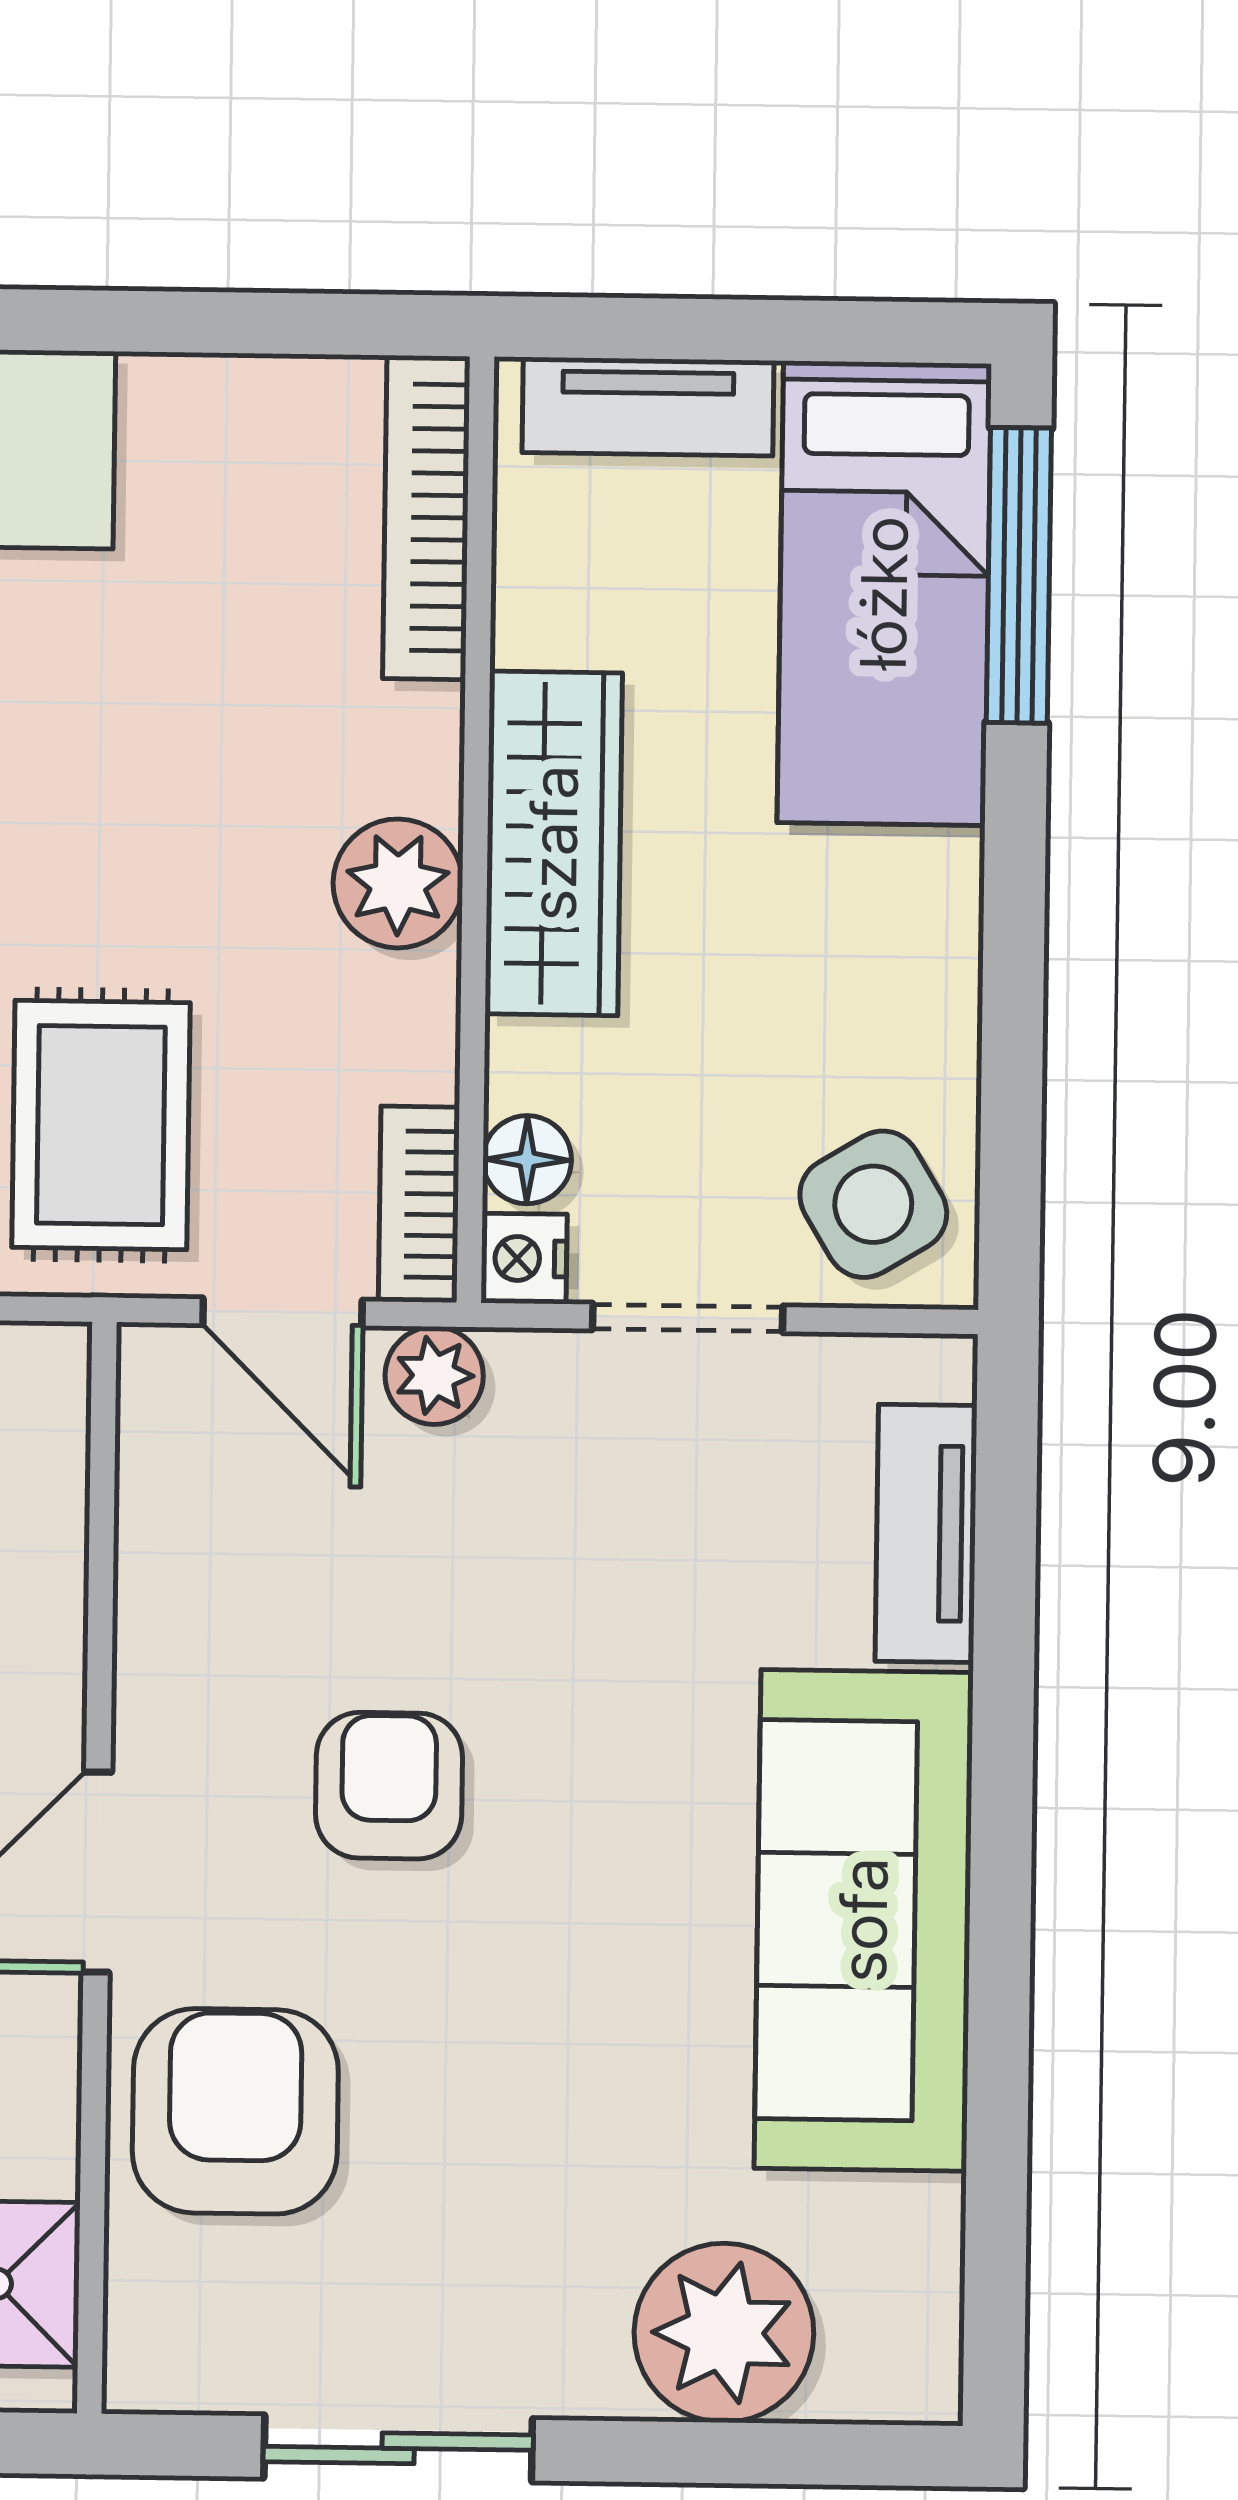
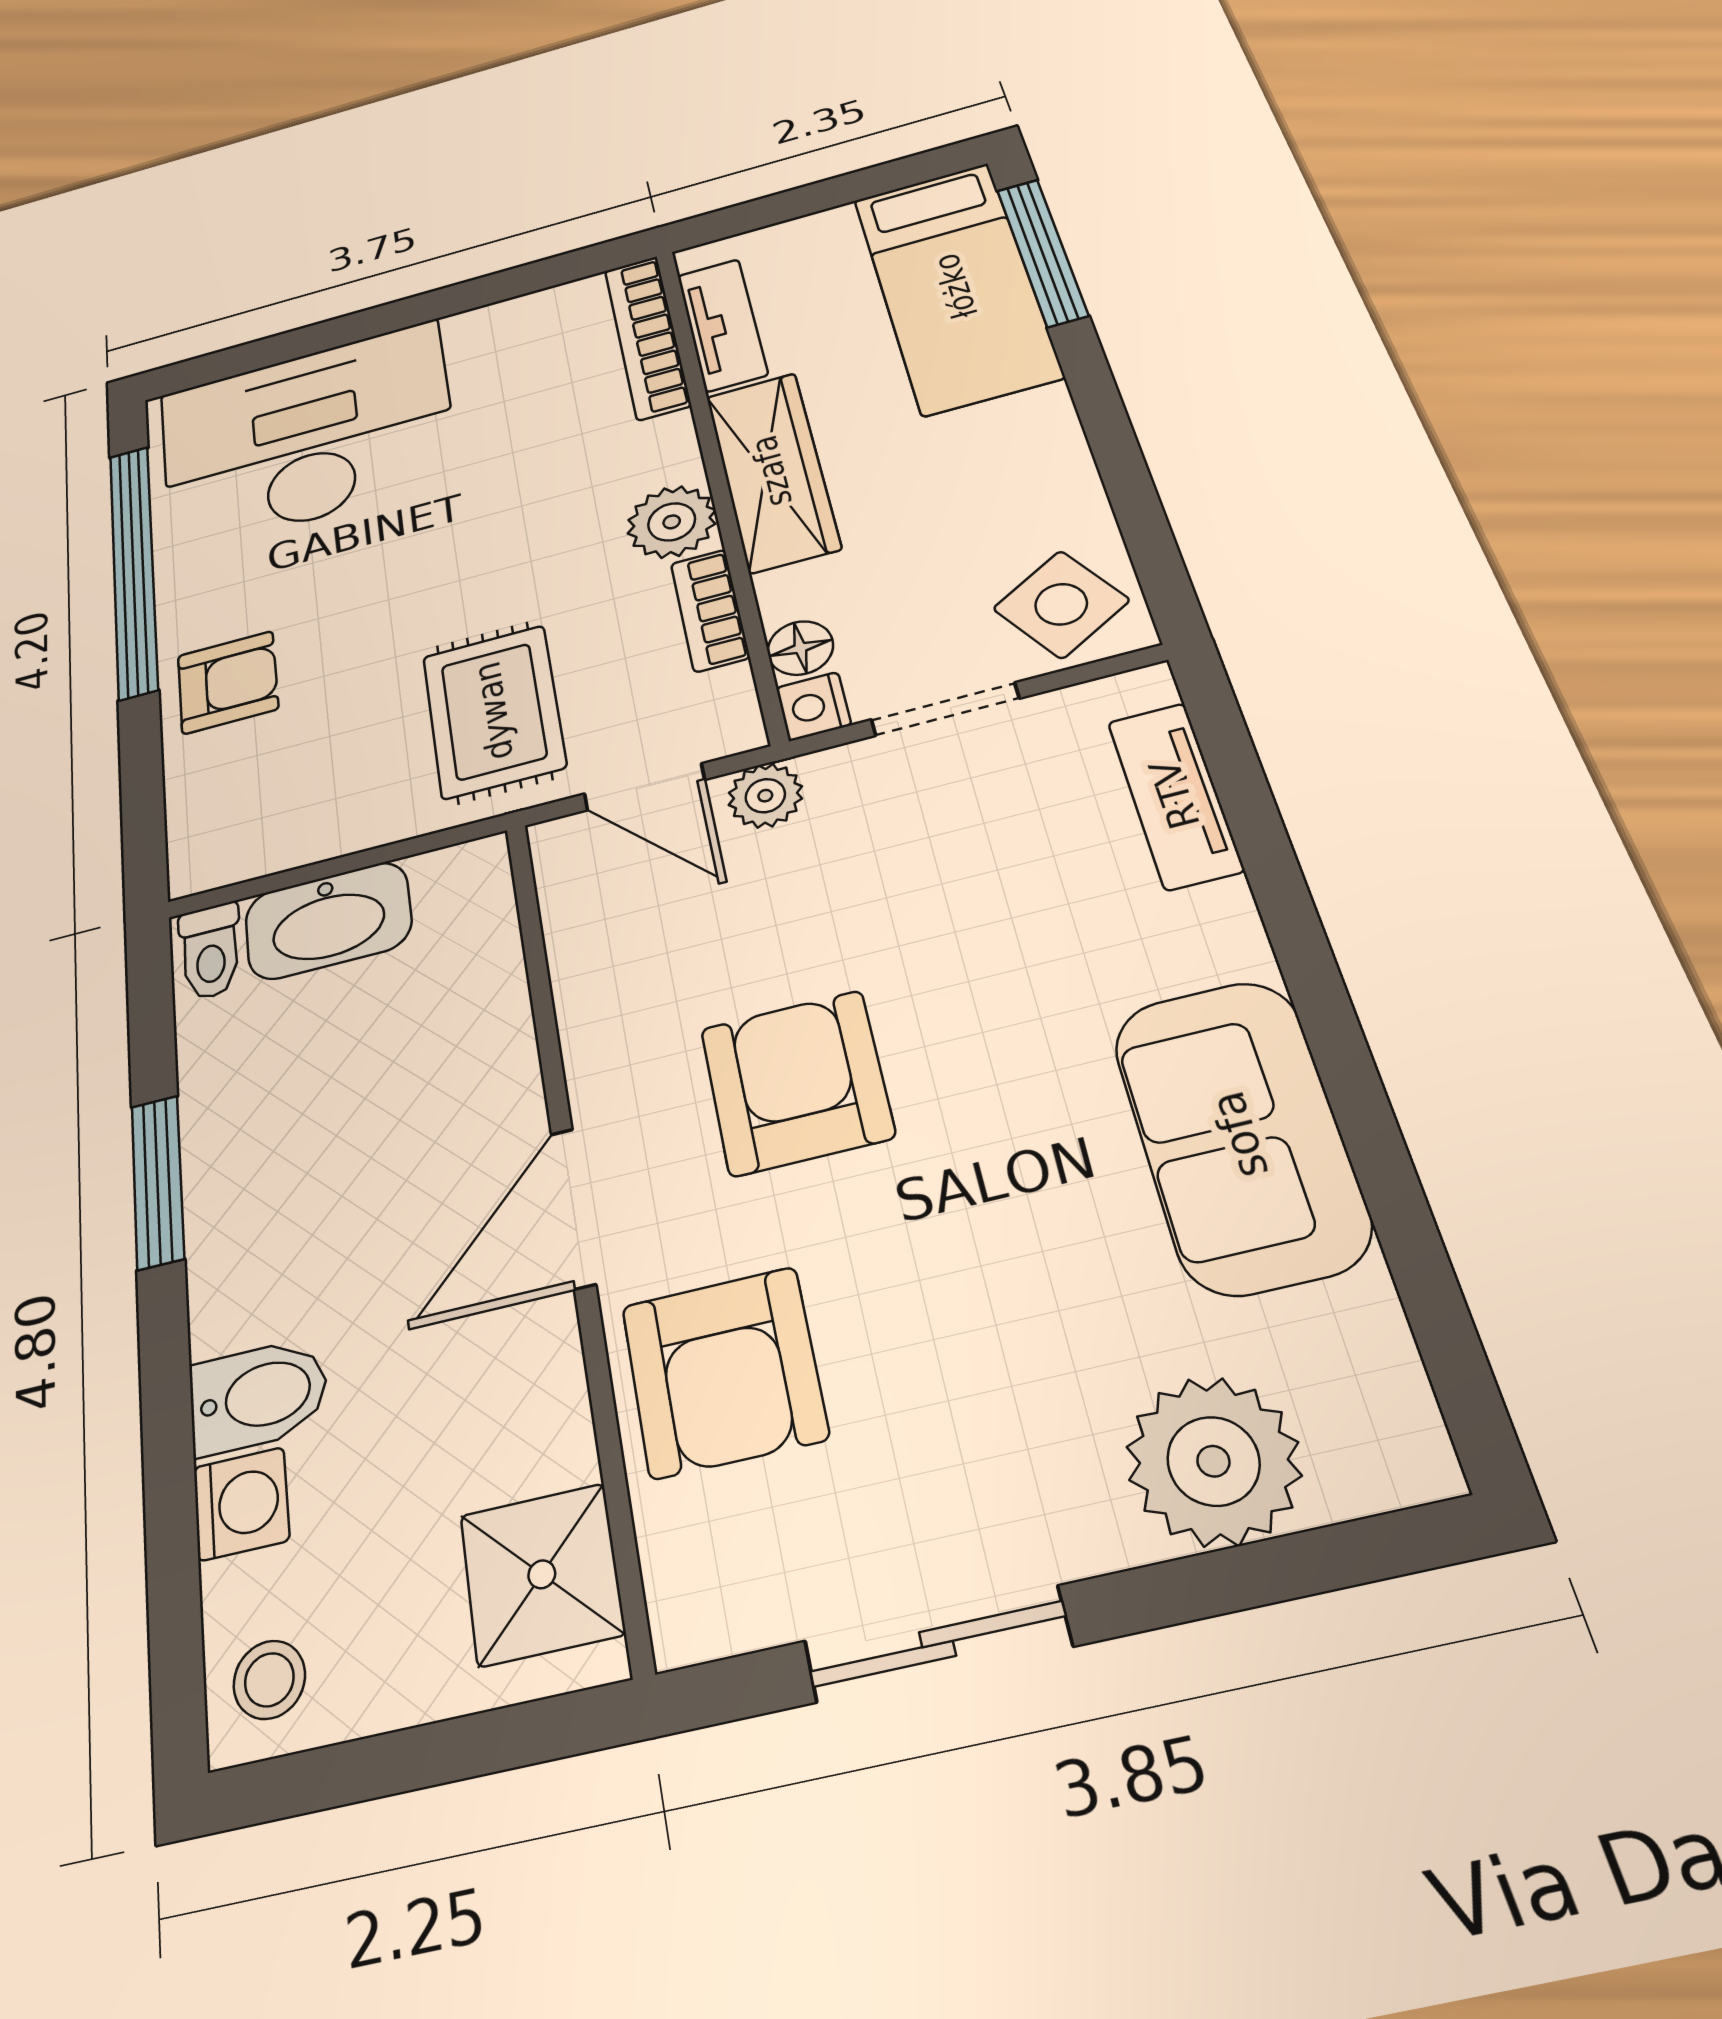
tv unit: (648, 407) -> (722, 325), moved, turned -90
bookcase: (419, 1204) -> (710, 610), moved
armchair: (389, 1786) -> (797, 1083), width x1.38, depth x1.38
sofa: (864, 1920) -> (1240, 1134), width x0.73
armchair: (235, 2111) -> (724, 1372), turned 180

